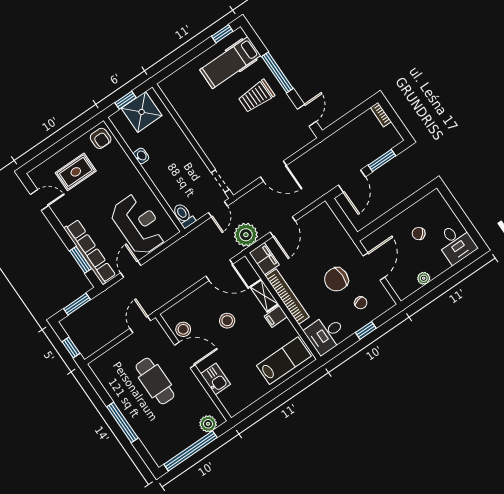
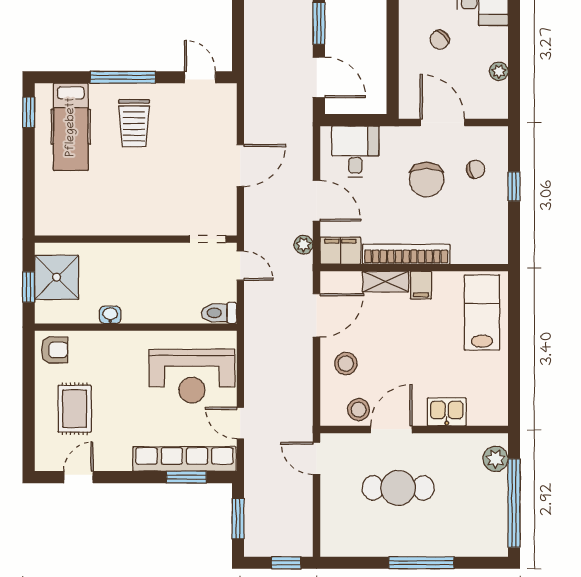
reception desk: (138, 224) -> (192, 376), turned 180
plant: (246, 235) -> (304, 245), width x0.53, depth x0.53
stool: (227, 321) -> (346, 363), moved
desk: (326, 334) -> (355, 152), moved, turned 180

